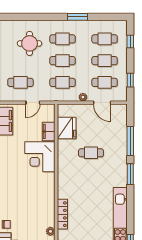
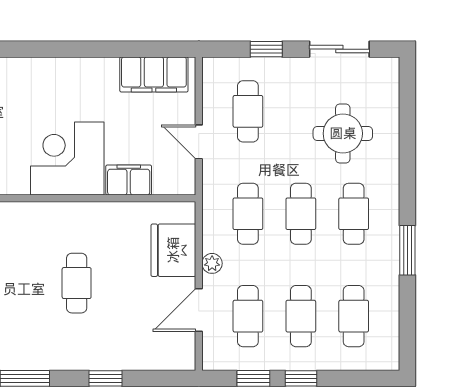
window: (130, 41) -> (301, 378), moved
fridge: (67, 128) -> (173, 250), moved, turned 90
window: (130, 141) -> (105, 378), width x0.46

